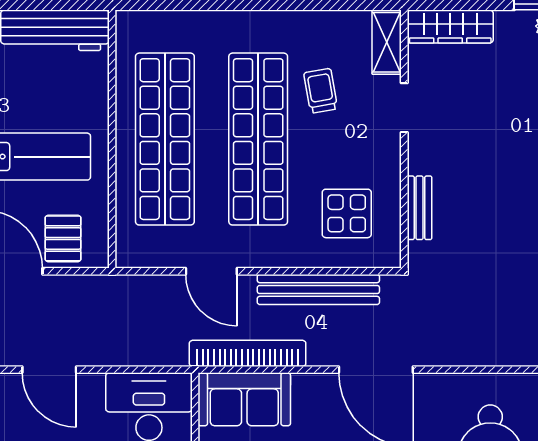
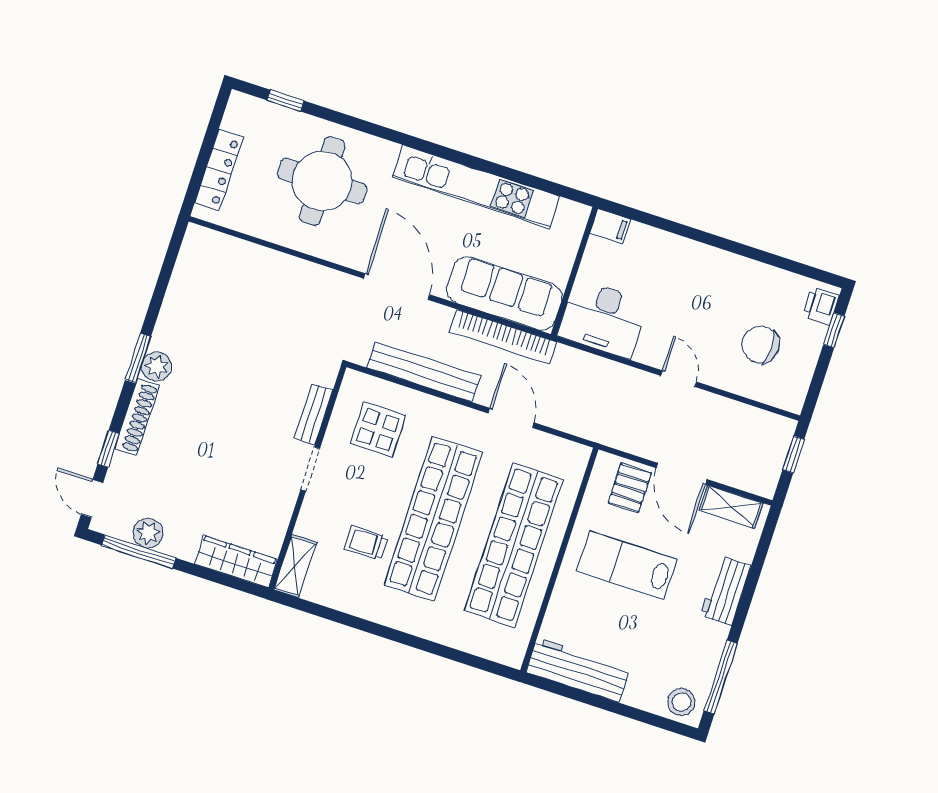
trolley: (321, 91) -> (366, 543), turned 100
doorway: (404, 108) -> (310, 469), moved
door: (49, 370) -> (679, 379), width x0.73
sofa: (244, 399) -> (504, 293), width x1.36

